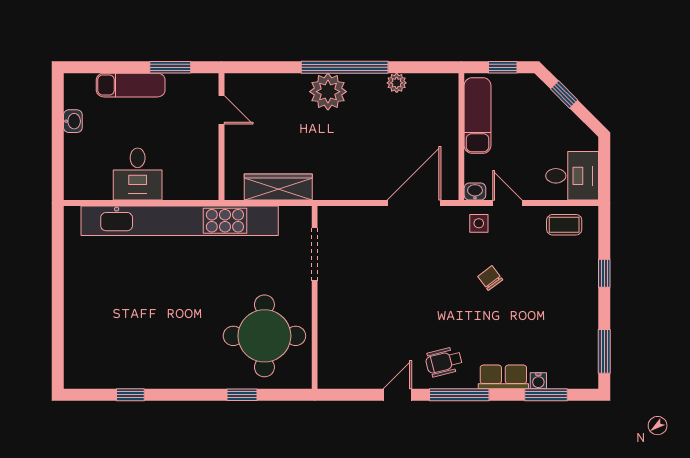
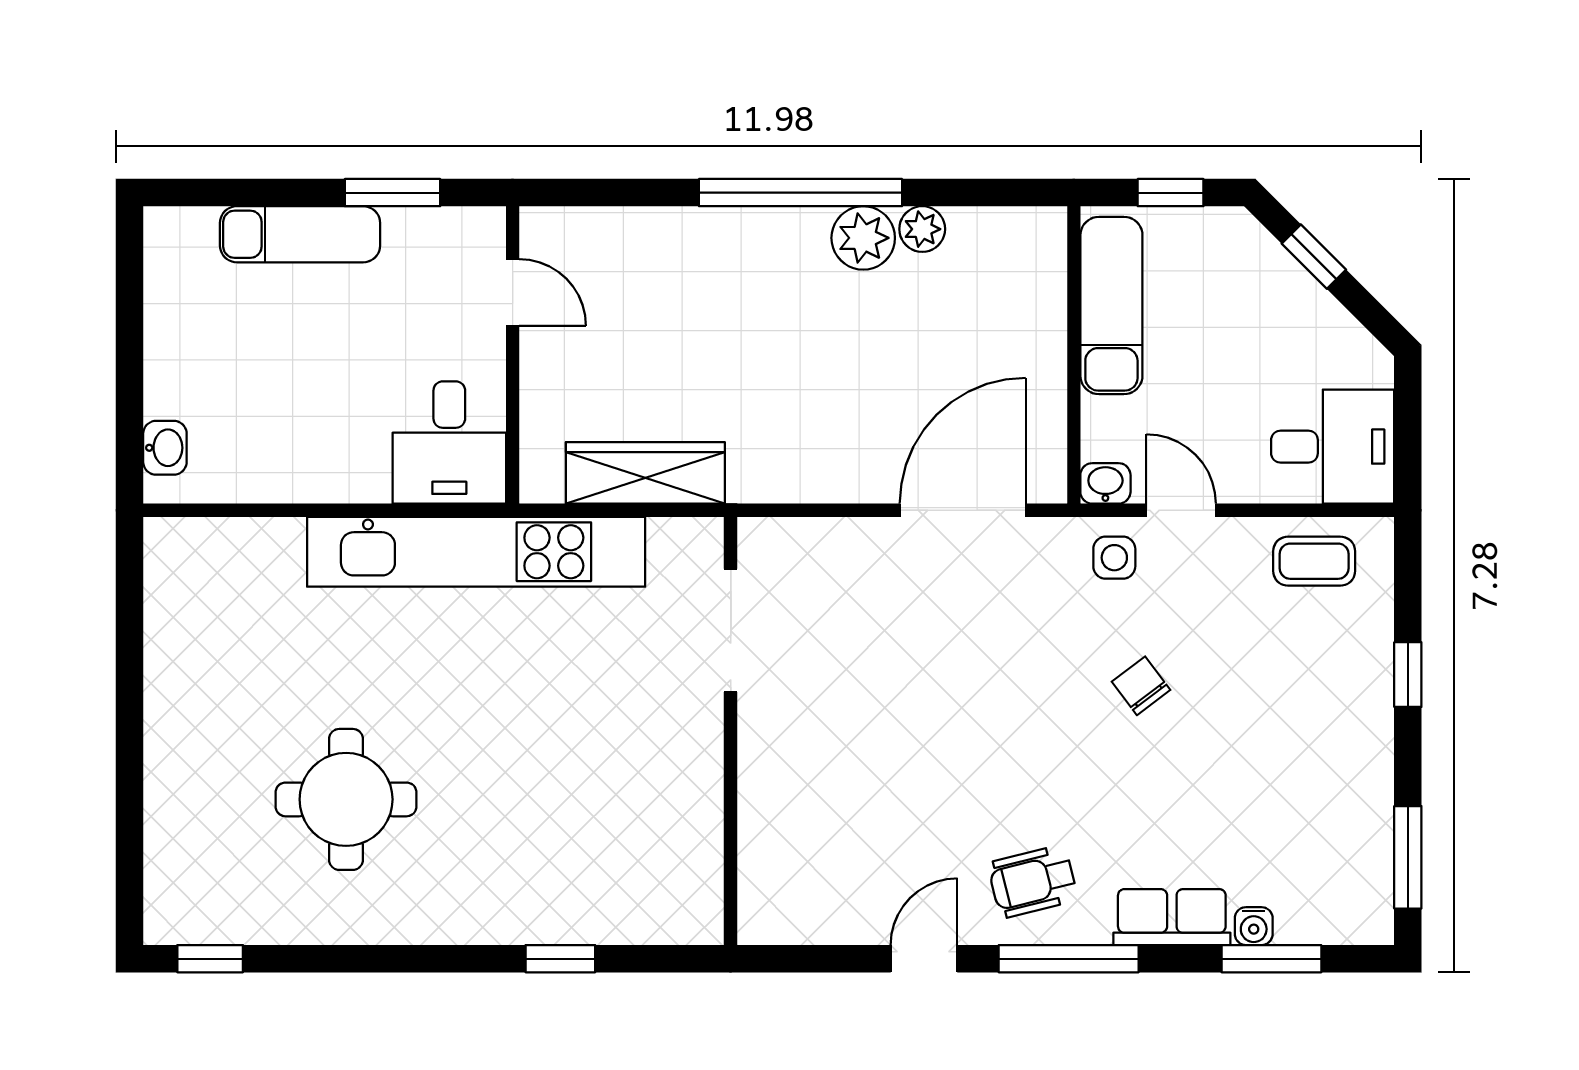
plant: (328, 92) -> (863, 238), moved, width x0.73, depth x0.73
washbasin: (73, 121) -> (165, 448), moved
desk: (138, 174) -> (449, 443), moved
kitchen unit: (180, 221) -> (476, 552), width x0.73
round table: (264, 336) -> (346, 799), moved, width x0.73, depth x0.73
window: (130, 395) -> (210, 959), moved

